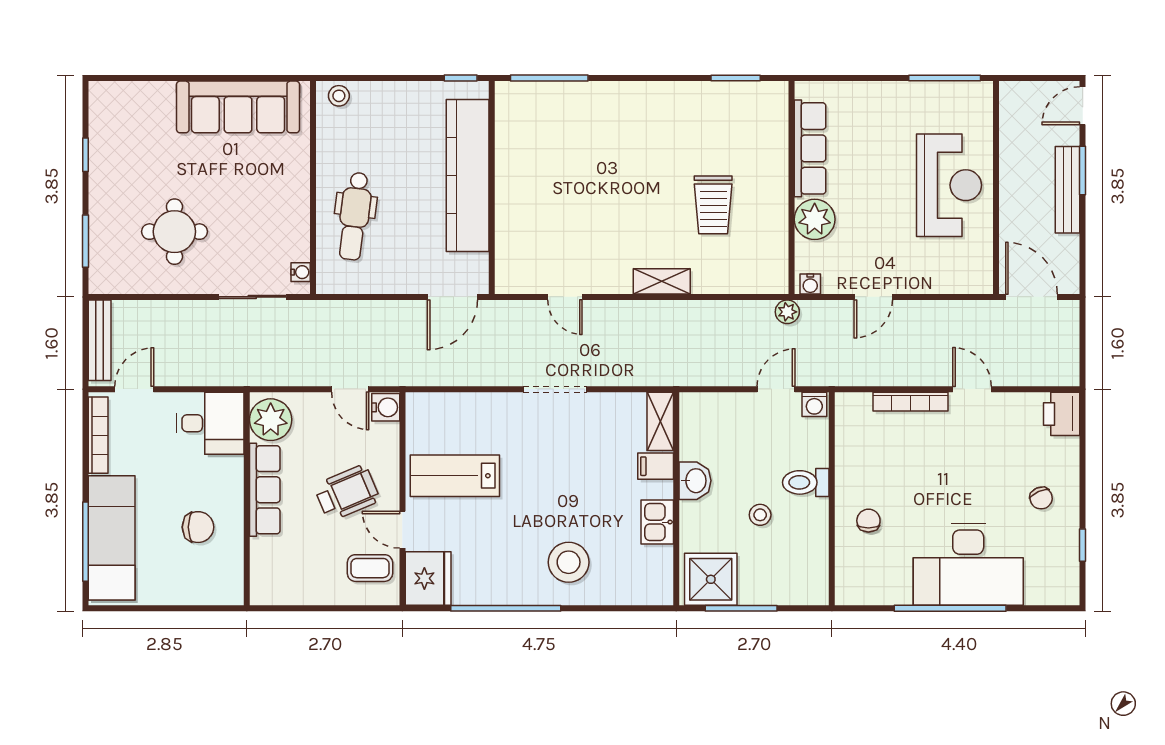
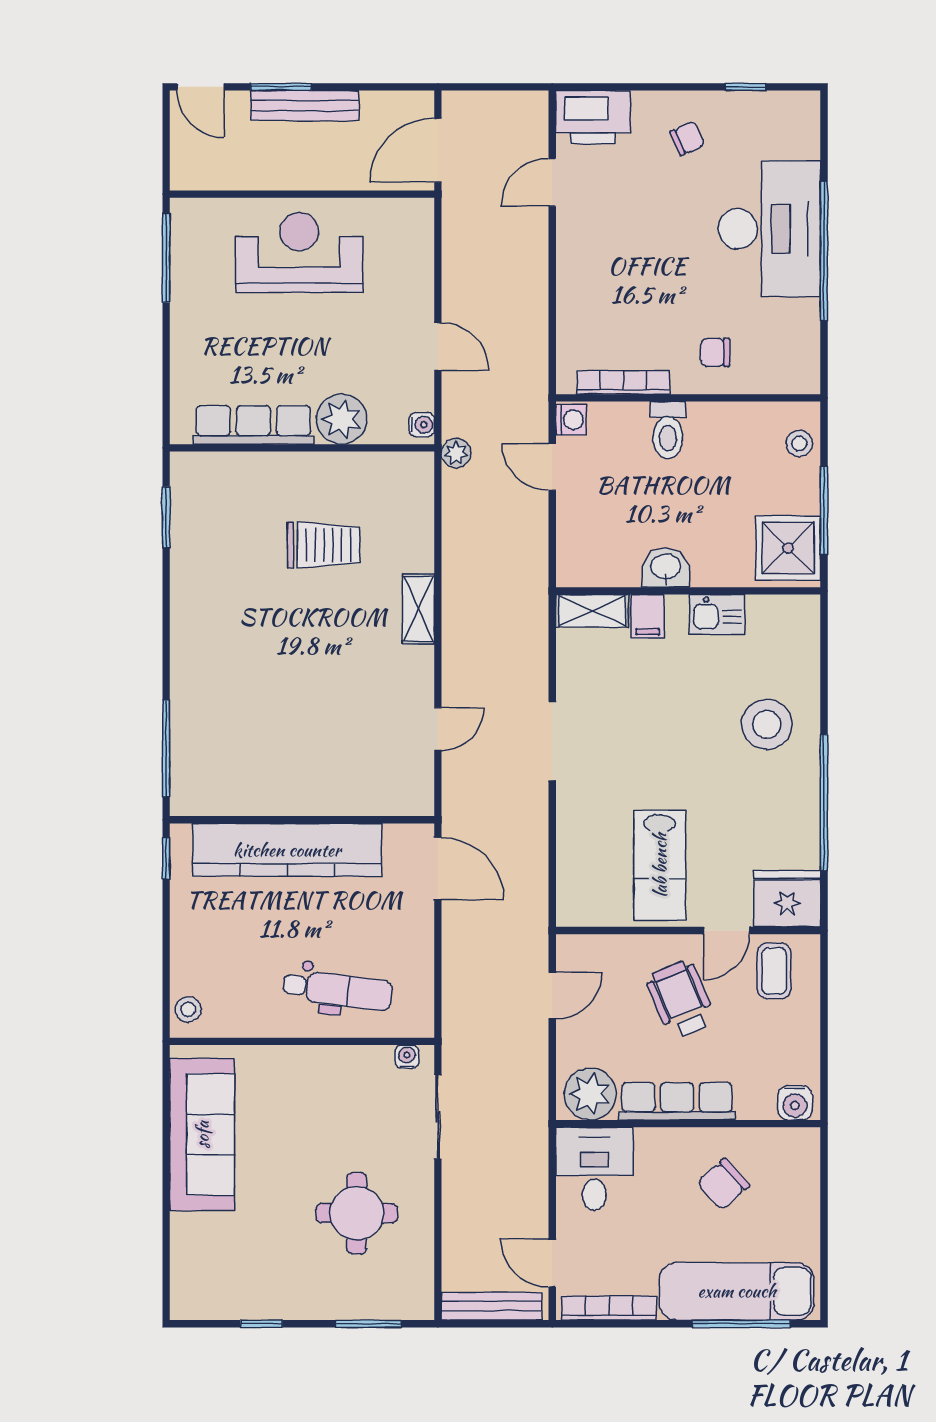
door: (972, 389) -> (552, 182), moved
bookcase: (910, 402) -> (623, 382), moved, turned -90
water cooler: (386, 407) -> (795, 1103), moved, turned 180
printer: (1062, 414) -> (593, 117), width x1.37, depth x1.19
stool: (760, 515) -> (799, 443), moved
chair: (198, 527) -> (723, 1184), turned -132

